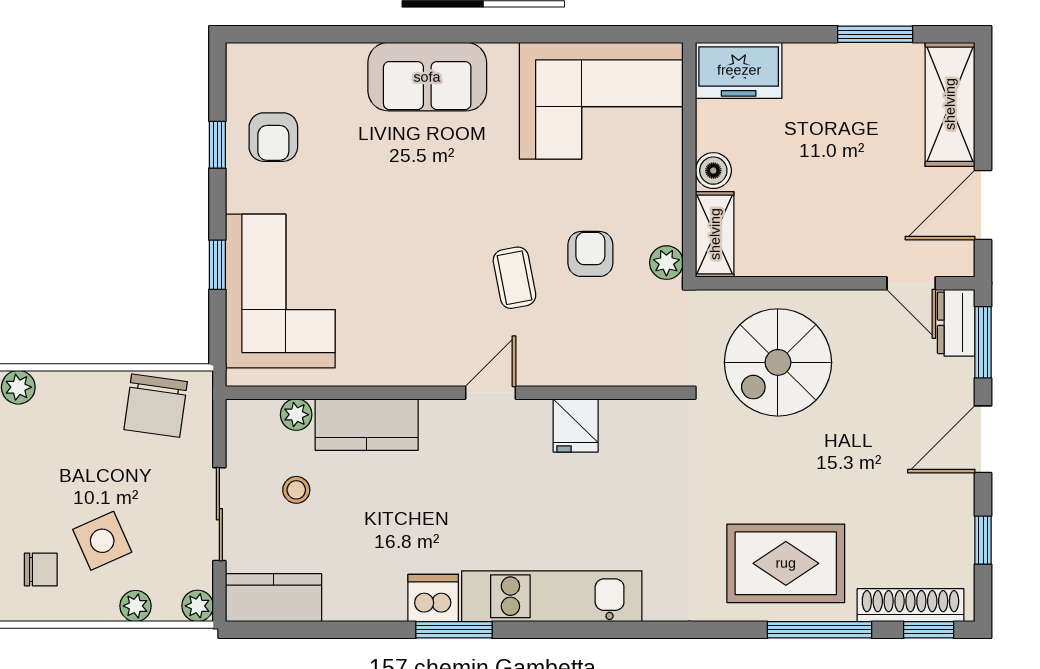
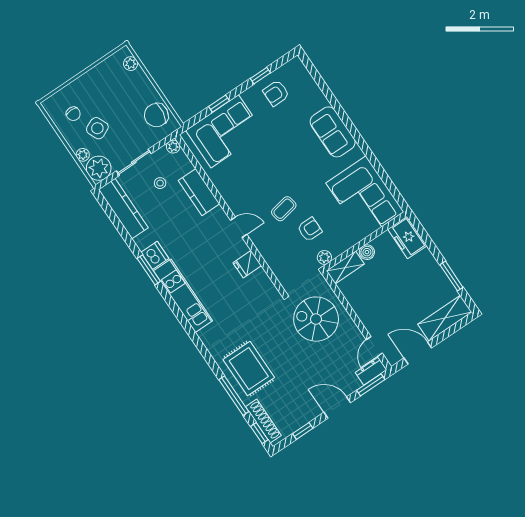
plant: (296, 415) -> (173, 147), moved
kitchen counter: (273, 598) -> (123, 209), width x1.50
plant: (198, 606) -> (99, 168), width x1.88, depth x1.88

